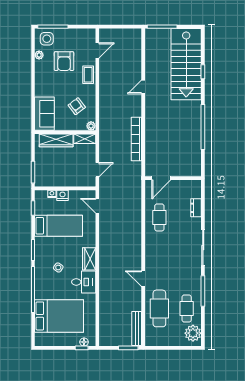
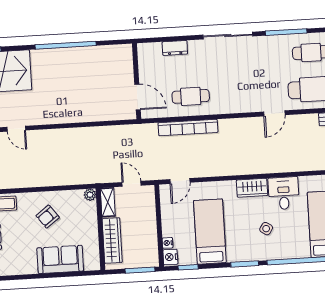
plant: (91, 126) -> (90, 195), moved
wall: (65, 132) -> (100, 229), moved
shelving: (85, 139) -> (108, 202), moved
bookcase: (136, 139) -> (188, 128), moved
wardrobe: (56, 140) -> (112, 240), moved
nightstand: (63, 195) -> (170, 257), moved

